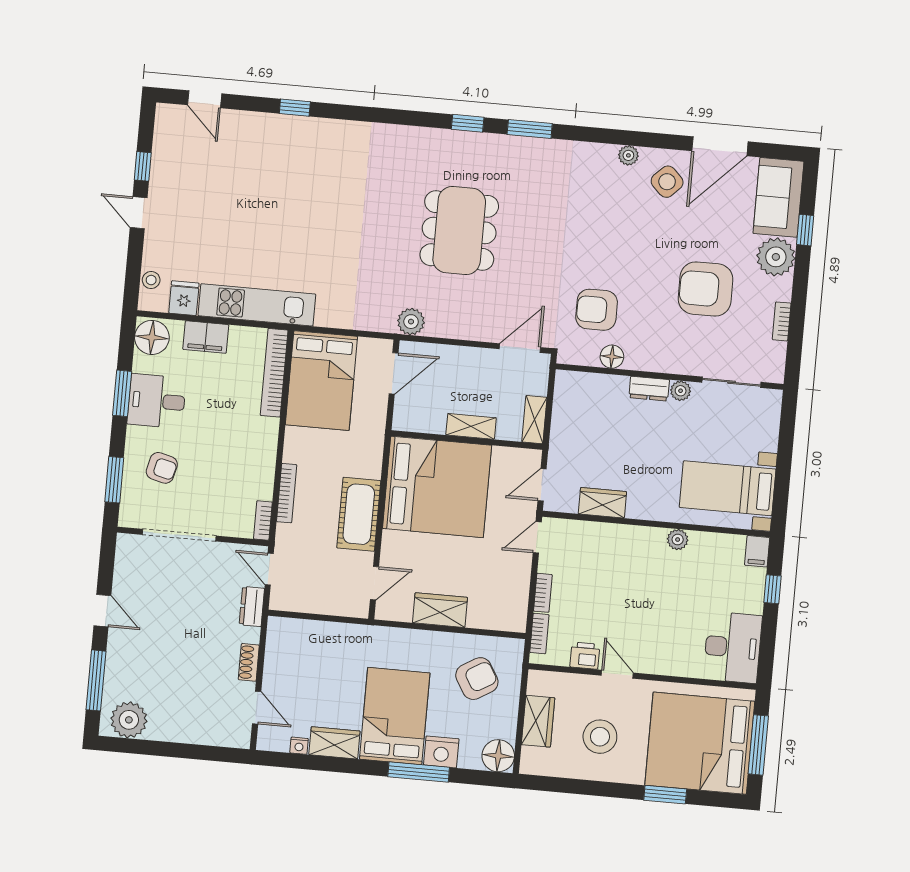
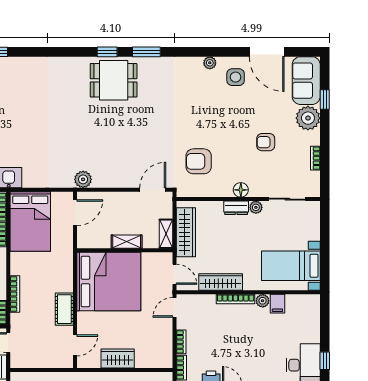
door: (720, 146) -> (267, 52), hinge flipped
side table: (667, 182) -> (236, 77), turned 45
dining table: (459, 231) -> (114, 80), moved, width x0.73
armchair: (706, 289) -> (266, 142), width x0.53, depth x0.53
floor lamp: (612, 357) -> (241, 190), moved
wardrobe: (566, 420) -> (186, 232), added
door: (542, 485) -> (174, 274), swing flipped
wardrobe: (602, 503) -> (221, 282), width x1.50
cot: (359, 514) -> (64, 309), width x0.73, depth x0.75
bookcase: (635, 533) -> (236, 299), added
filing cabinet: (757, 551) -> (277, 304), moved
window: (772, 589) -> (325, 361), moved

